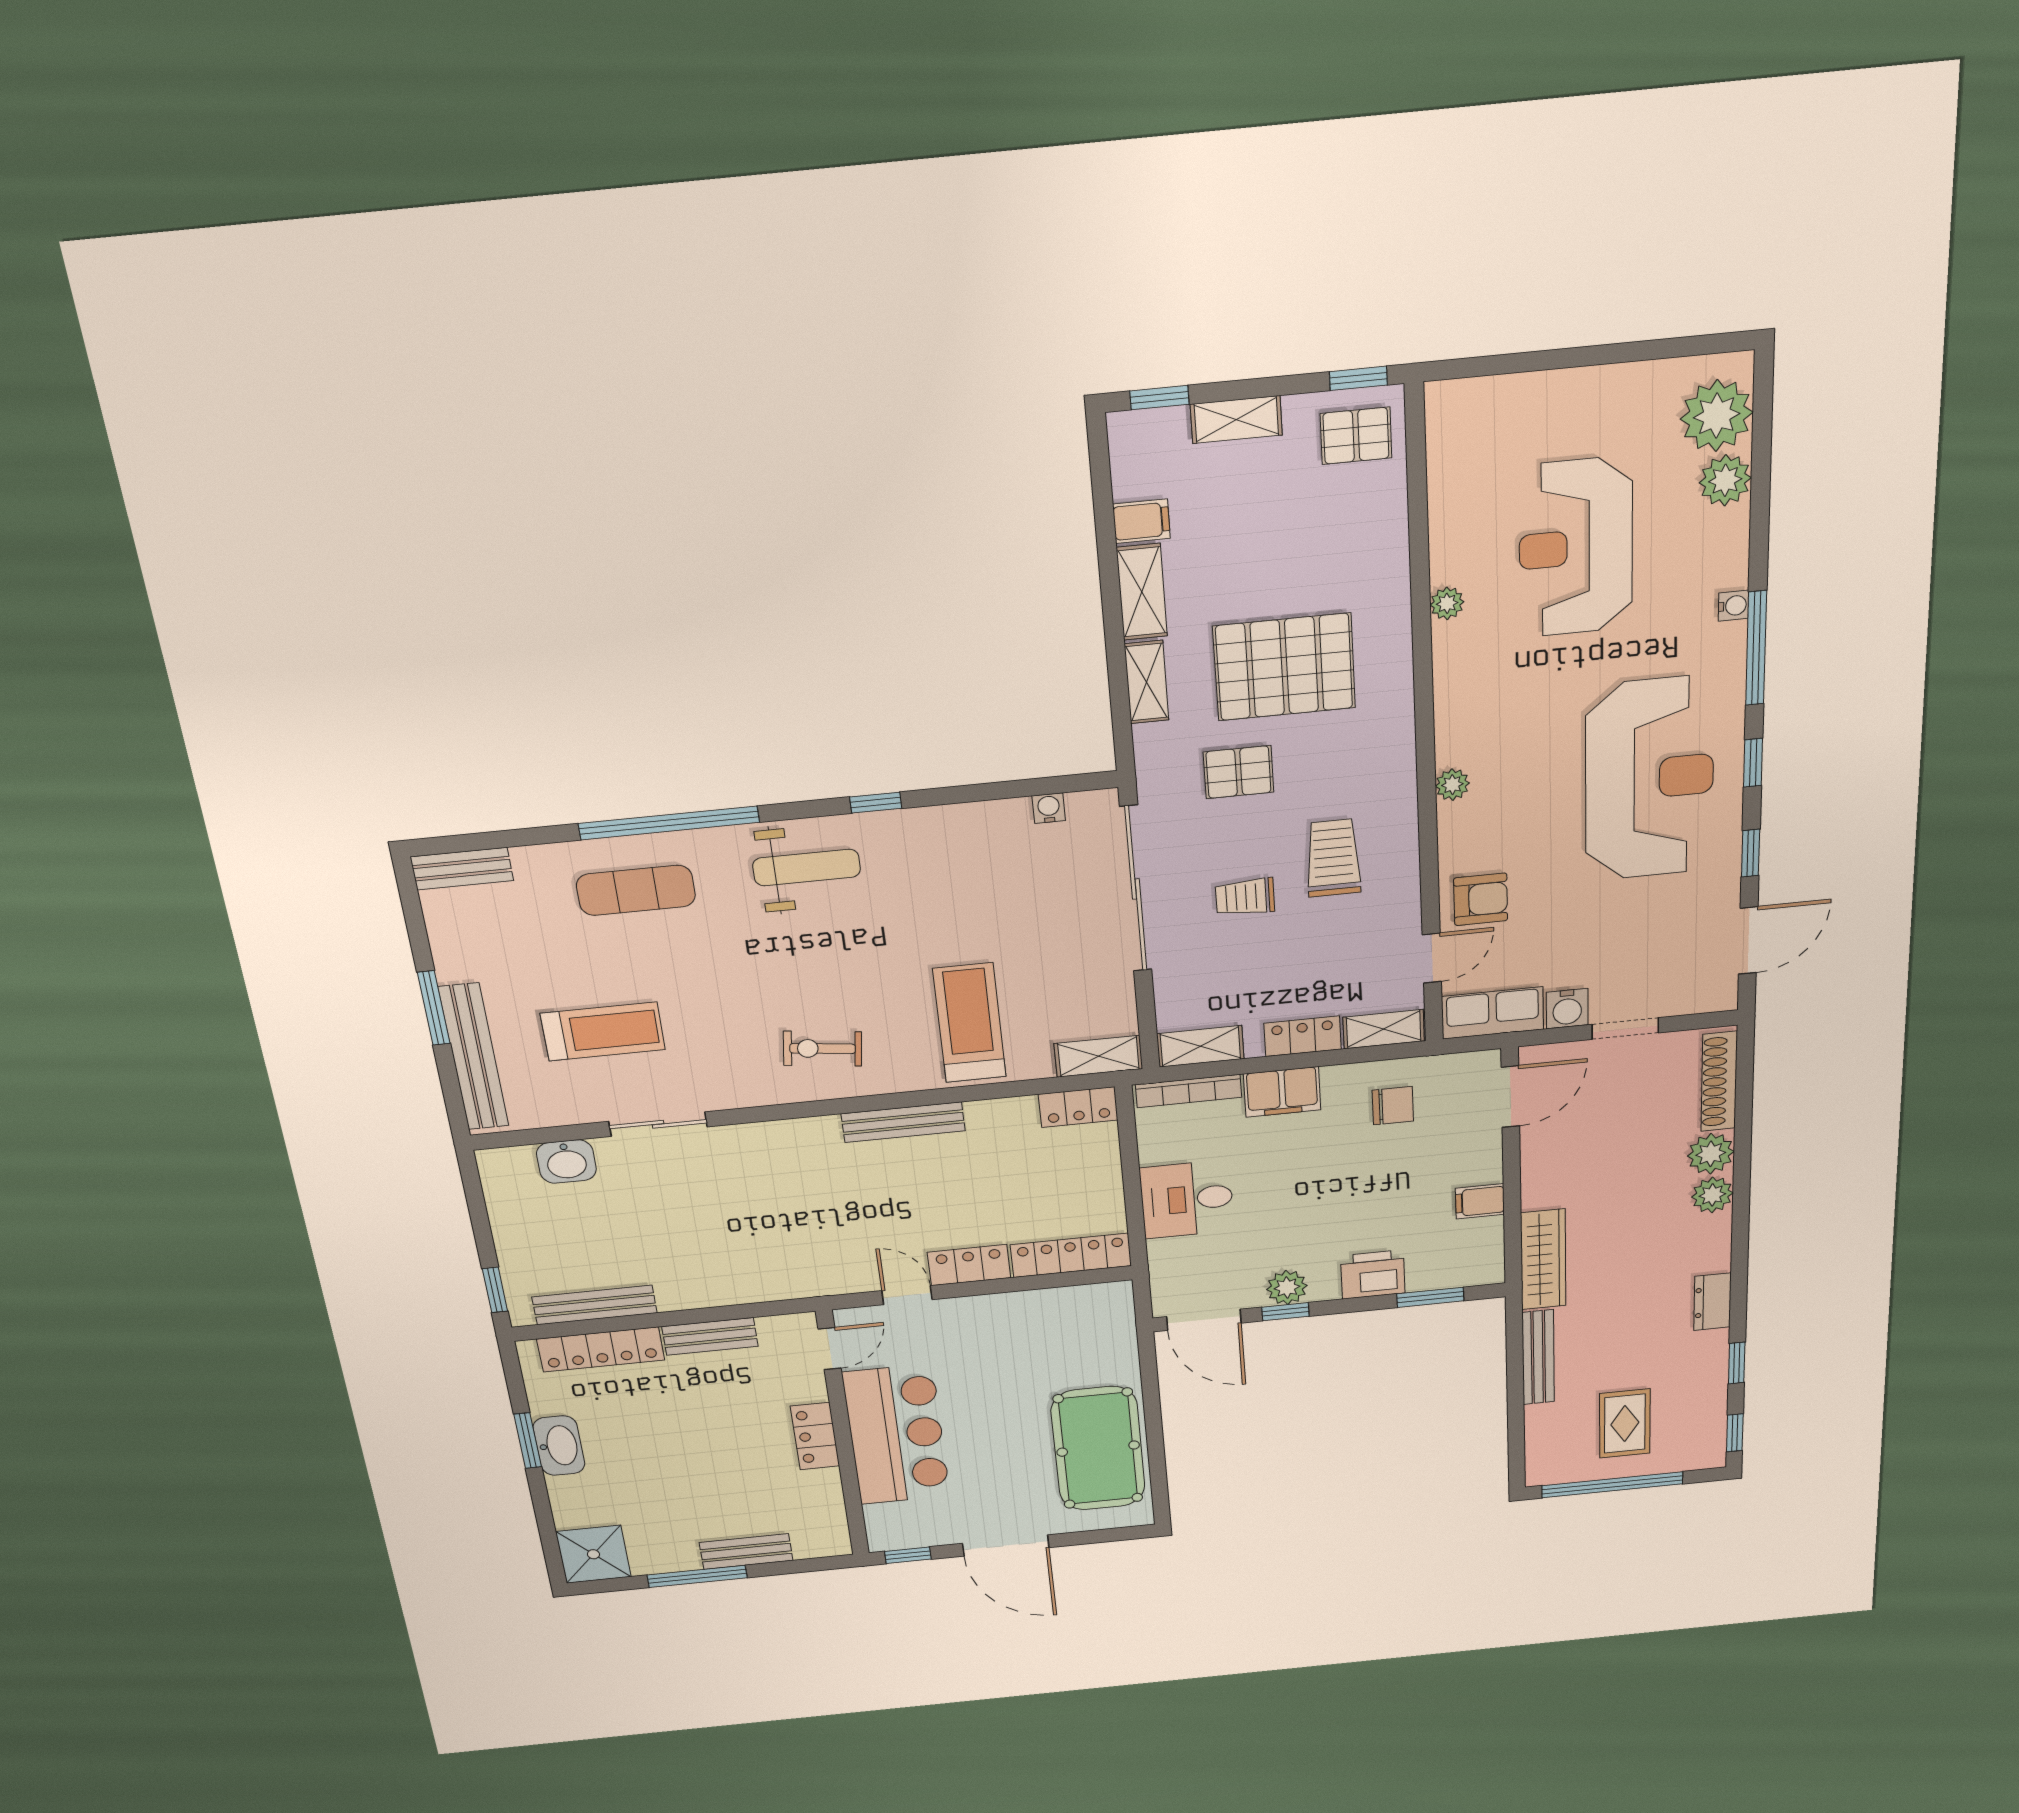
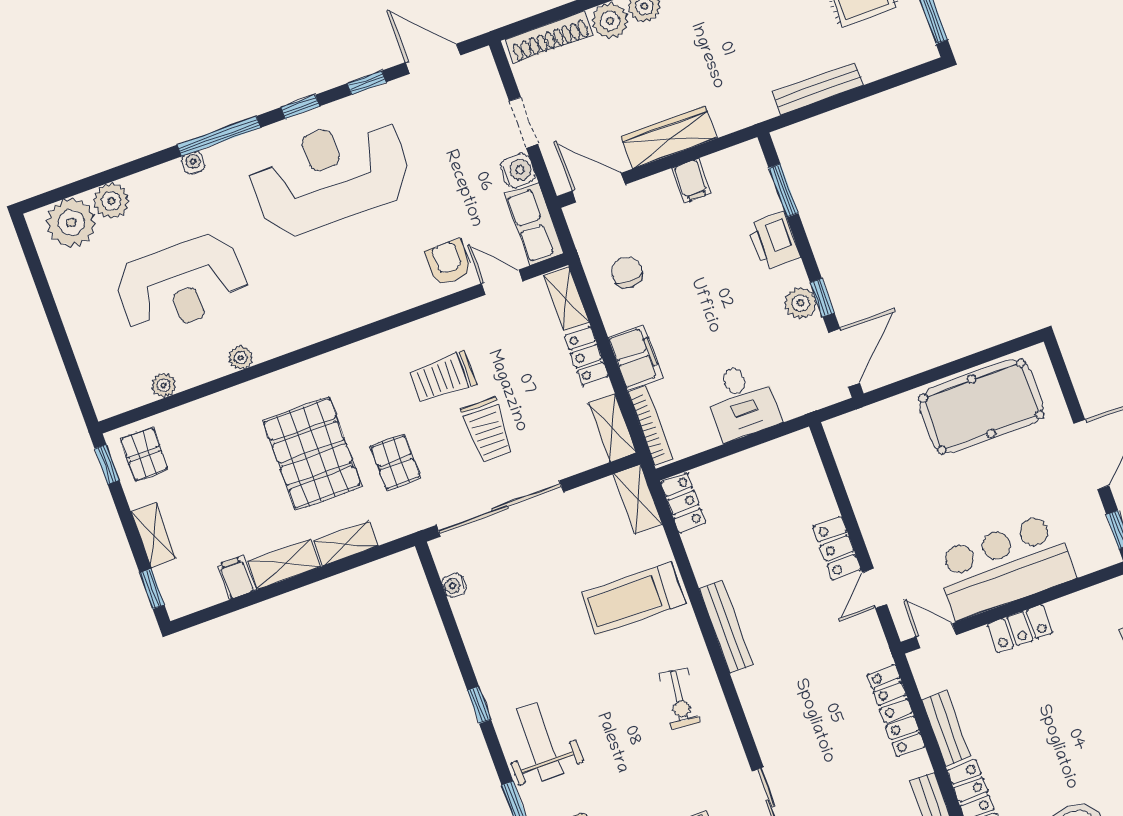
plant: (1452, 785) -> (164, 385), moved
trolley: (1245, 897) -> (487, 430), width x1.36, depth x1.39
locker: (1071, 1255) -> (896, 711), moved
wardrobe: (1543, 1259) -> (669, 137), moved

